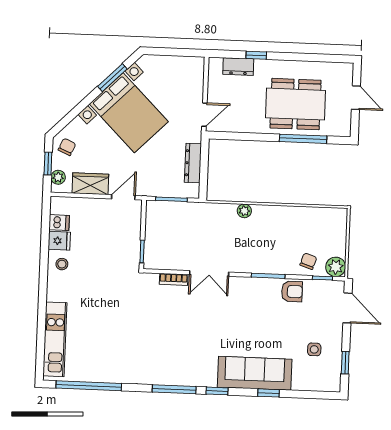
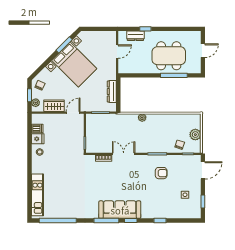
door: (356, 98) -> (203, 51), hinge flipped
door: (204, 115) -> (117, 52), moved
plant: (336, 267) -> (195, 135), moved
double door: (209, 273) -> (124, 154), swing flipped
armchair: (292, 291) -> (161, 173), moved
door: (347, 308) -> (203, 170), hinge flipped
sofa: (255, 373) -> (120, 210), moved

